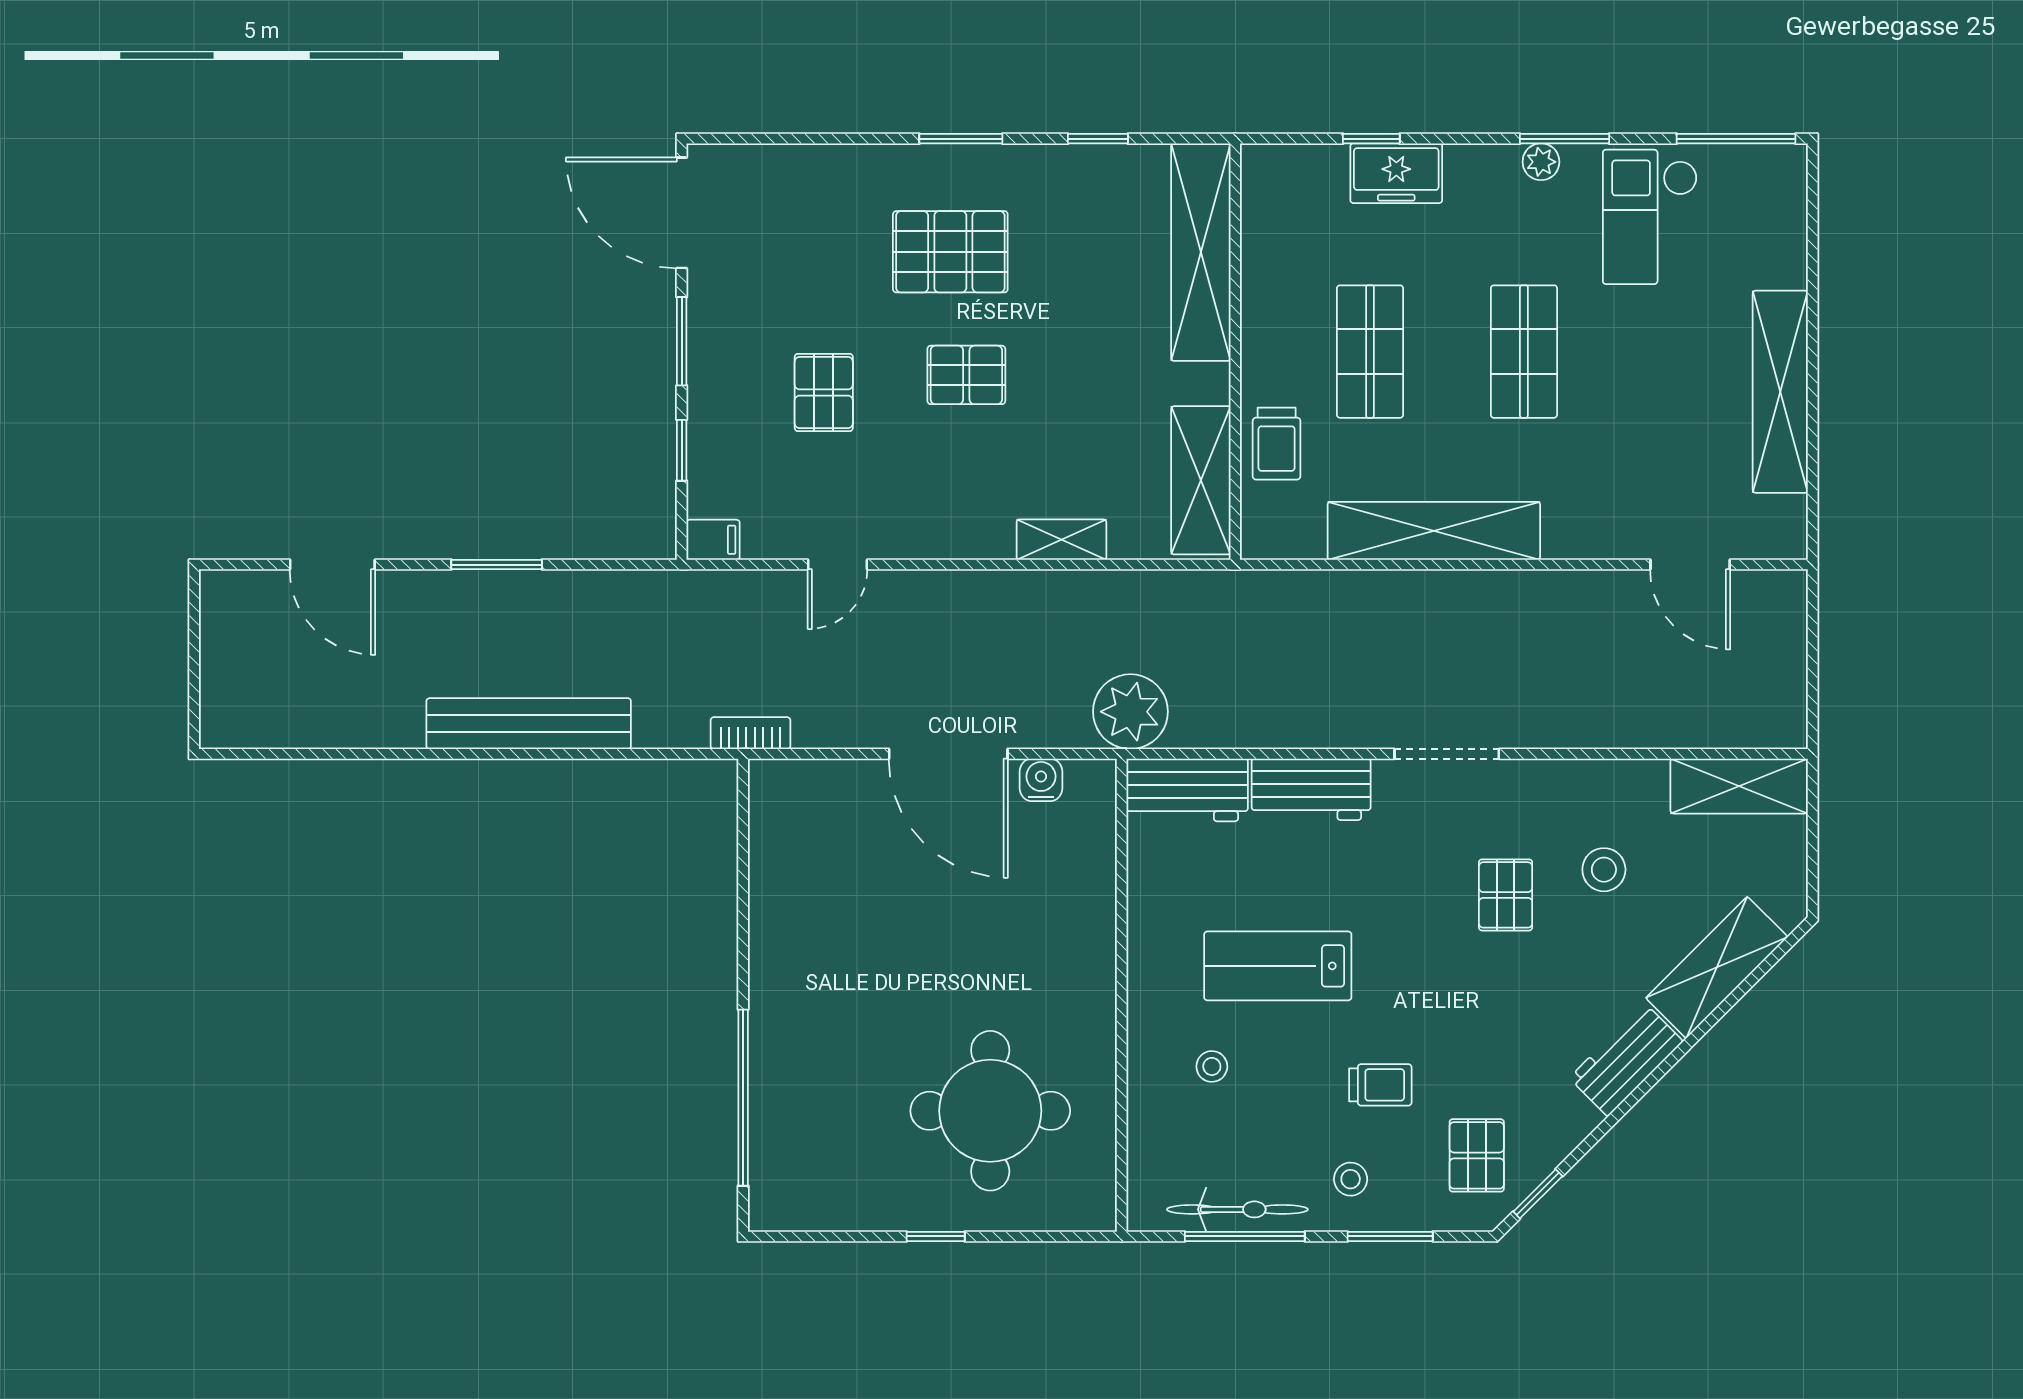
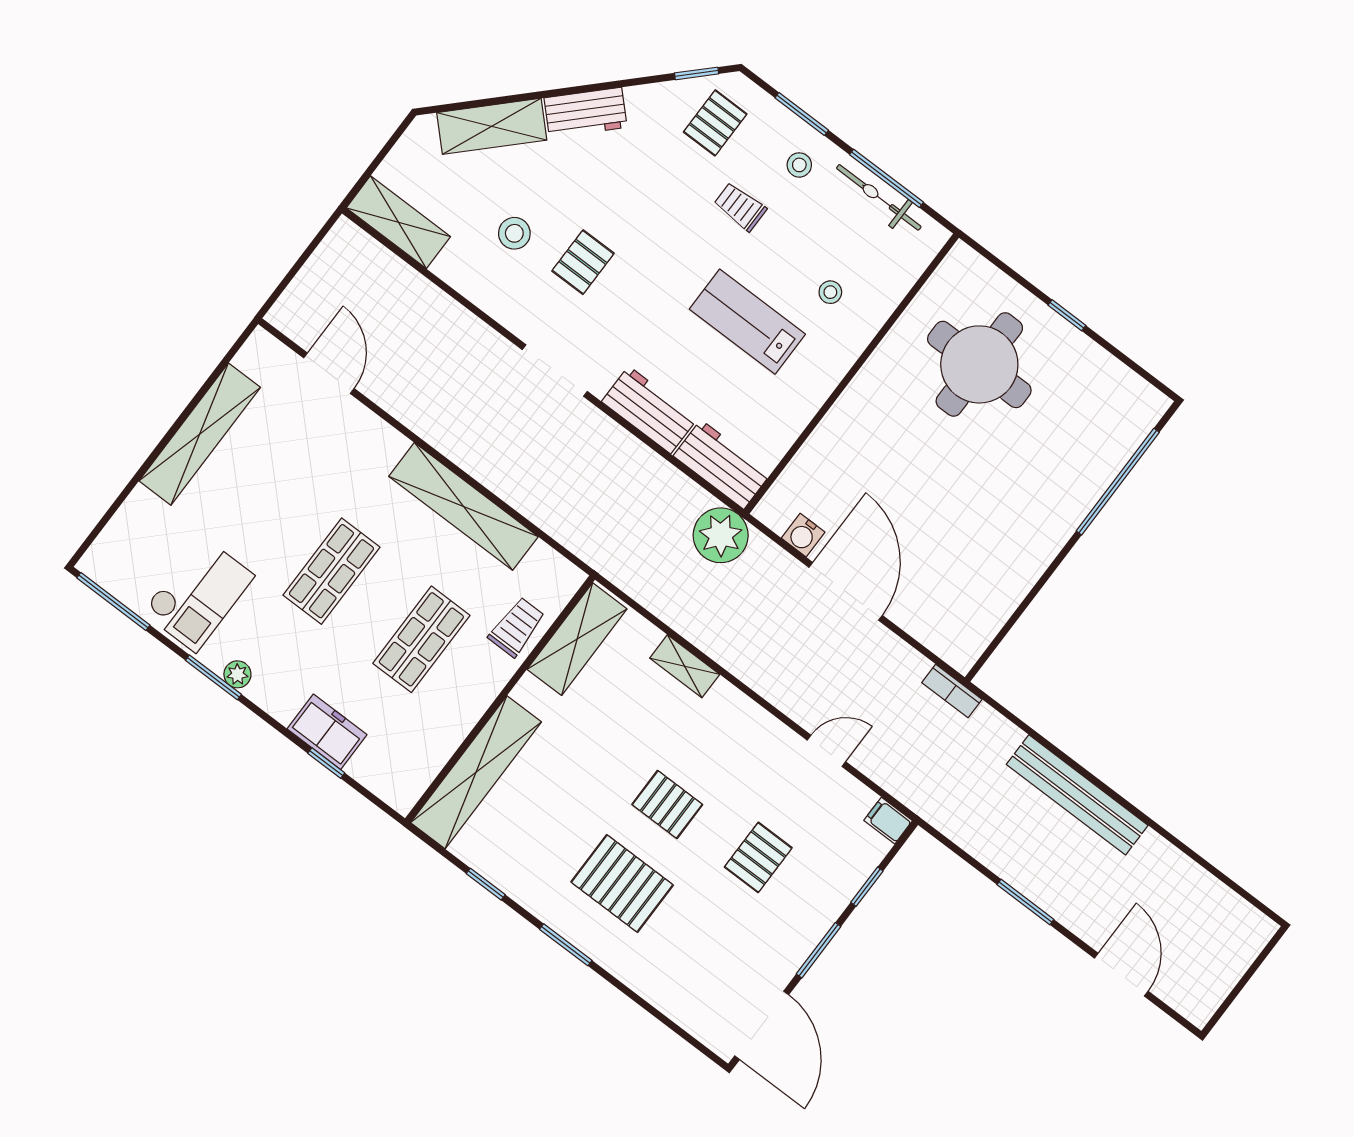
lab bench: (1278, 966) -> (747, 322), turned 180

